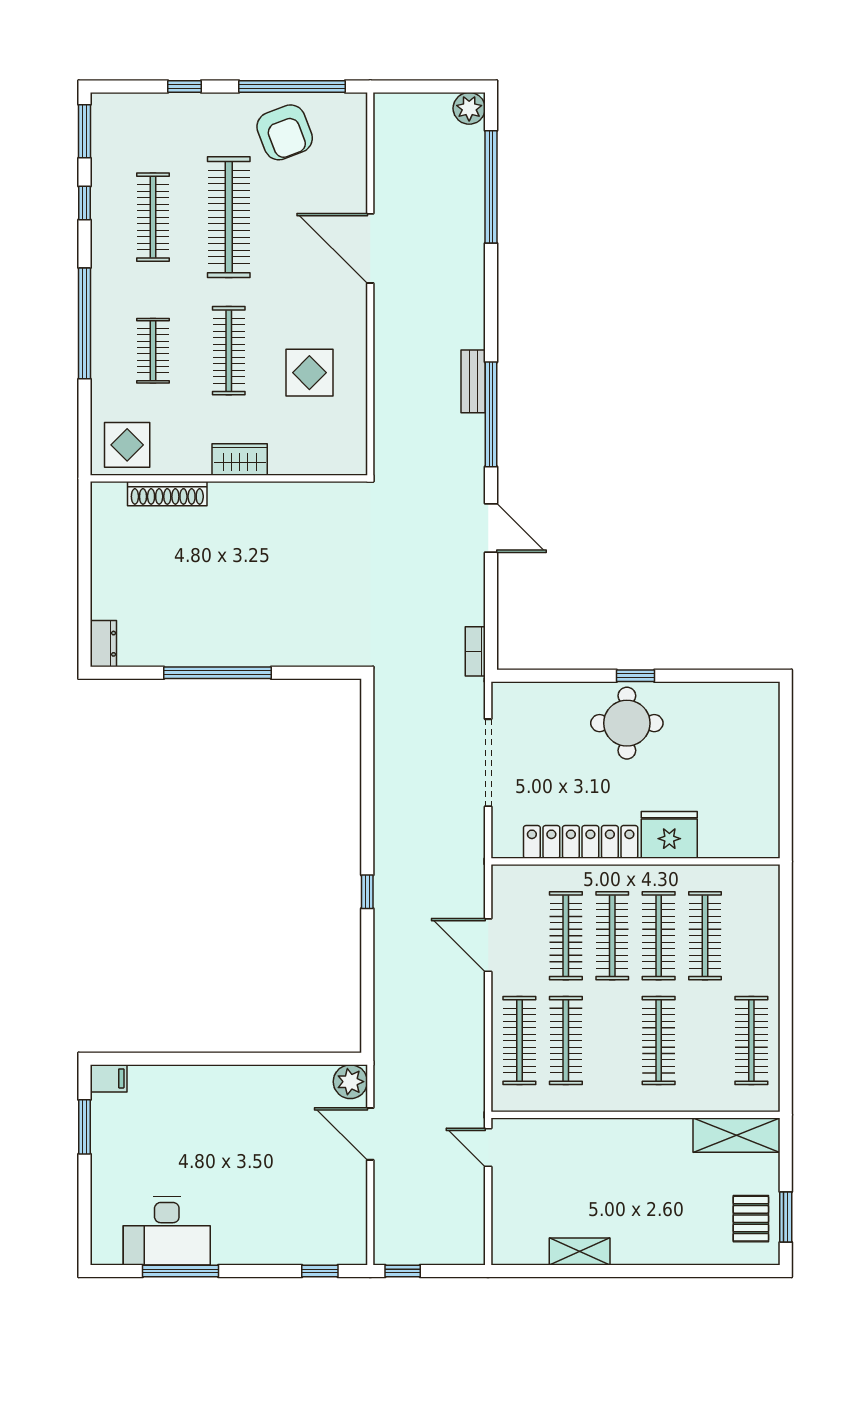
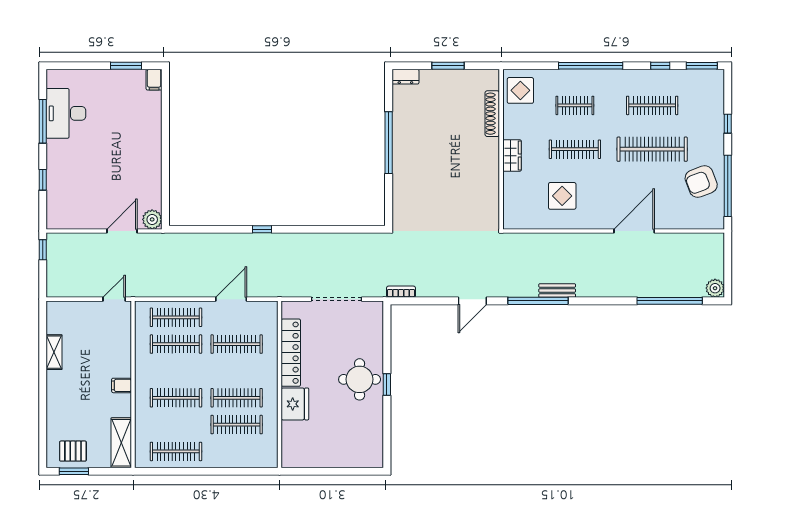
window: (84, 570) -> (448, 66), added
clothes rail: (612, 936) -> (237, 371), removed
filing cabinet: (637, 1135) -> (121, 385), added
window: (320, 1271) -> (43, 180), moved

